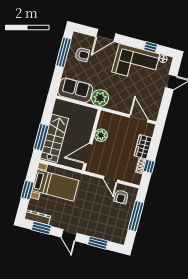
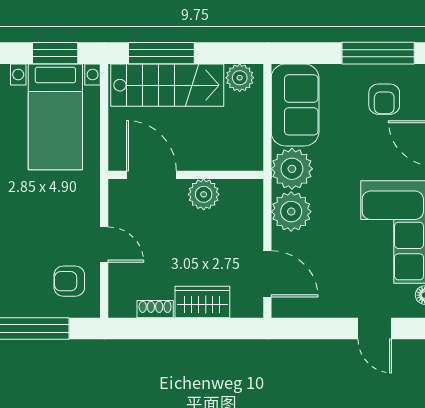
plant: (117, 103) -> (291, 212), added
plant: (59, 109) -> (240, 78), added
door: (139, 118) -> (267, 274), hinge flipped
window: (149, 166) -> (159, 328), removed
door: (110, 179) -> (104, 245), swing flipped
window: (27, 190) -> (55, 53), moved

